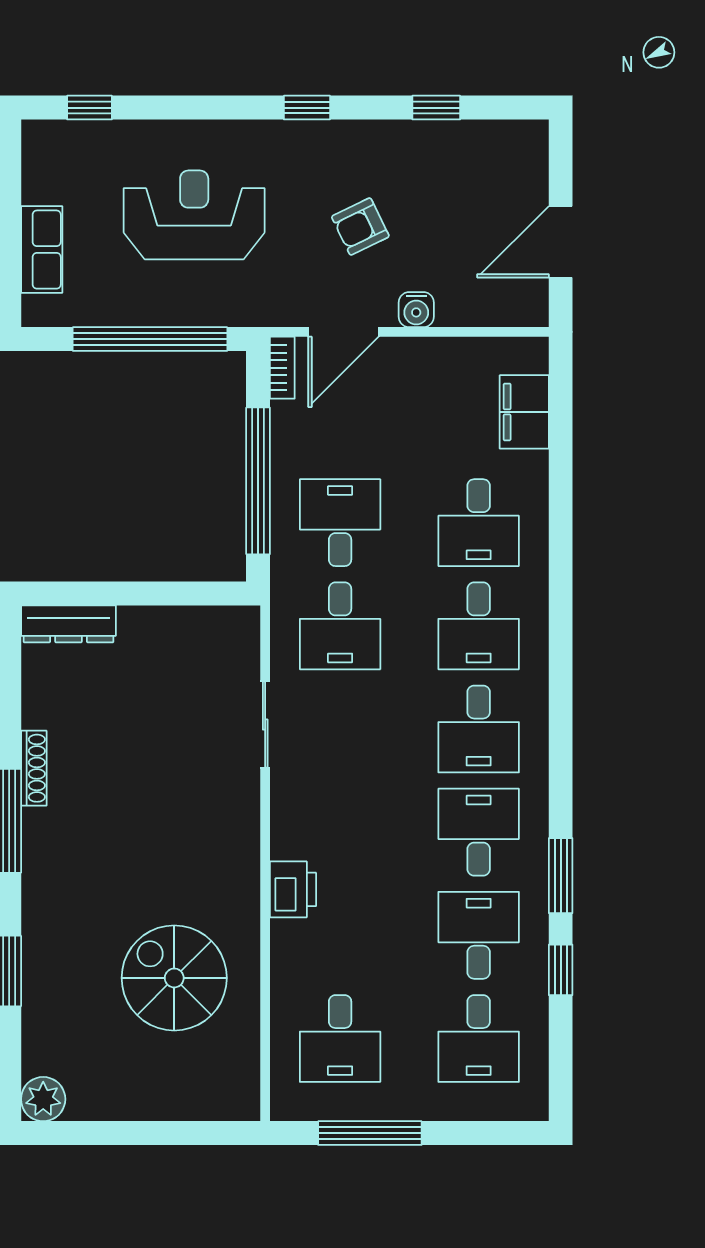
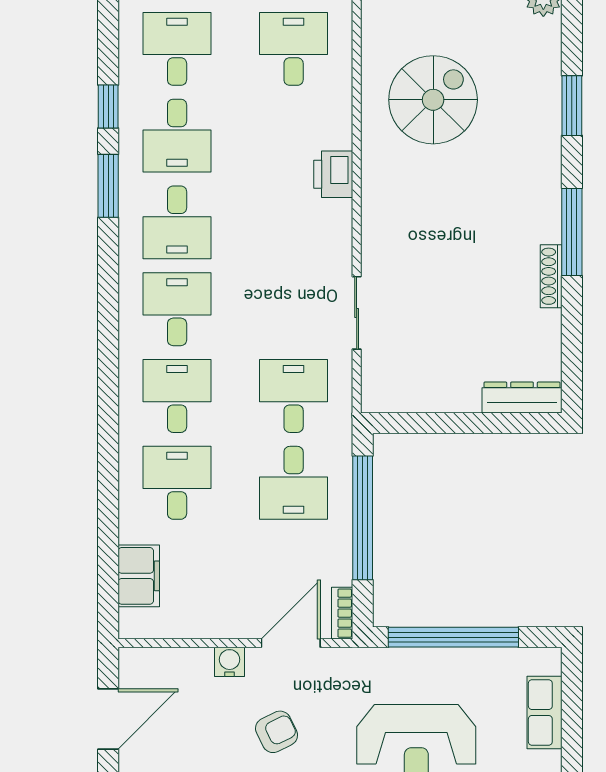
spiral stairs: (174, 978) -> (433, 100), turned -90

